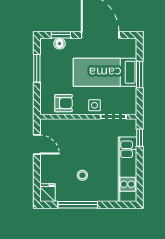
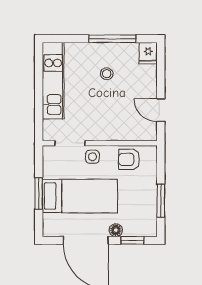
floor lamp: (59, 44) -> (116, 230), moved
window: (140, 138) -> (39, 118), removed

